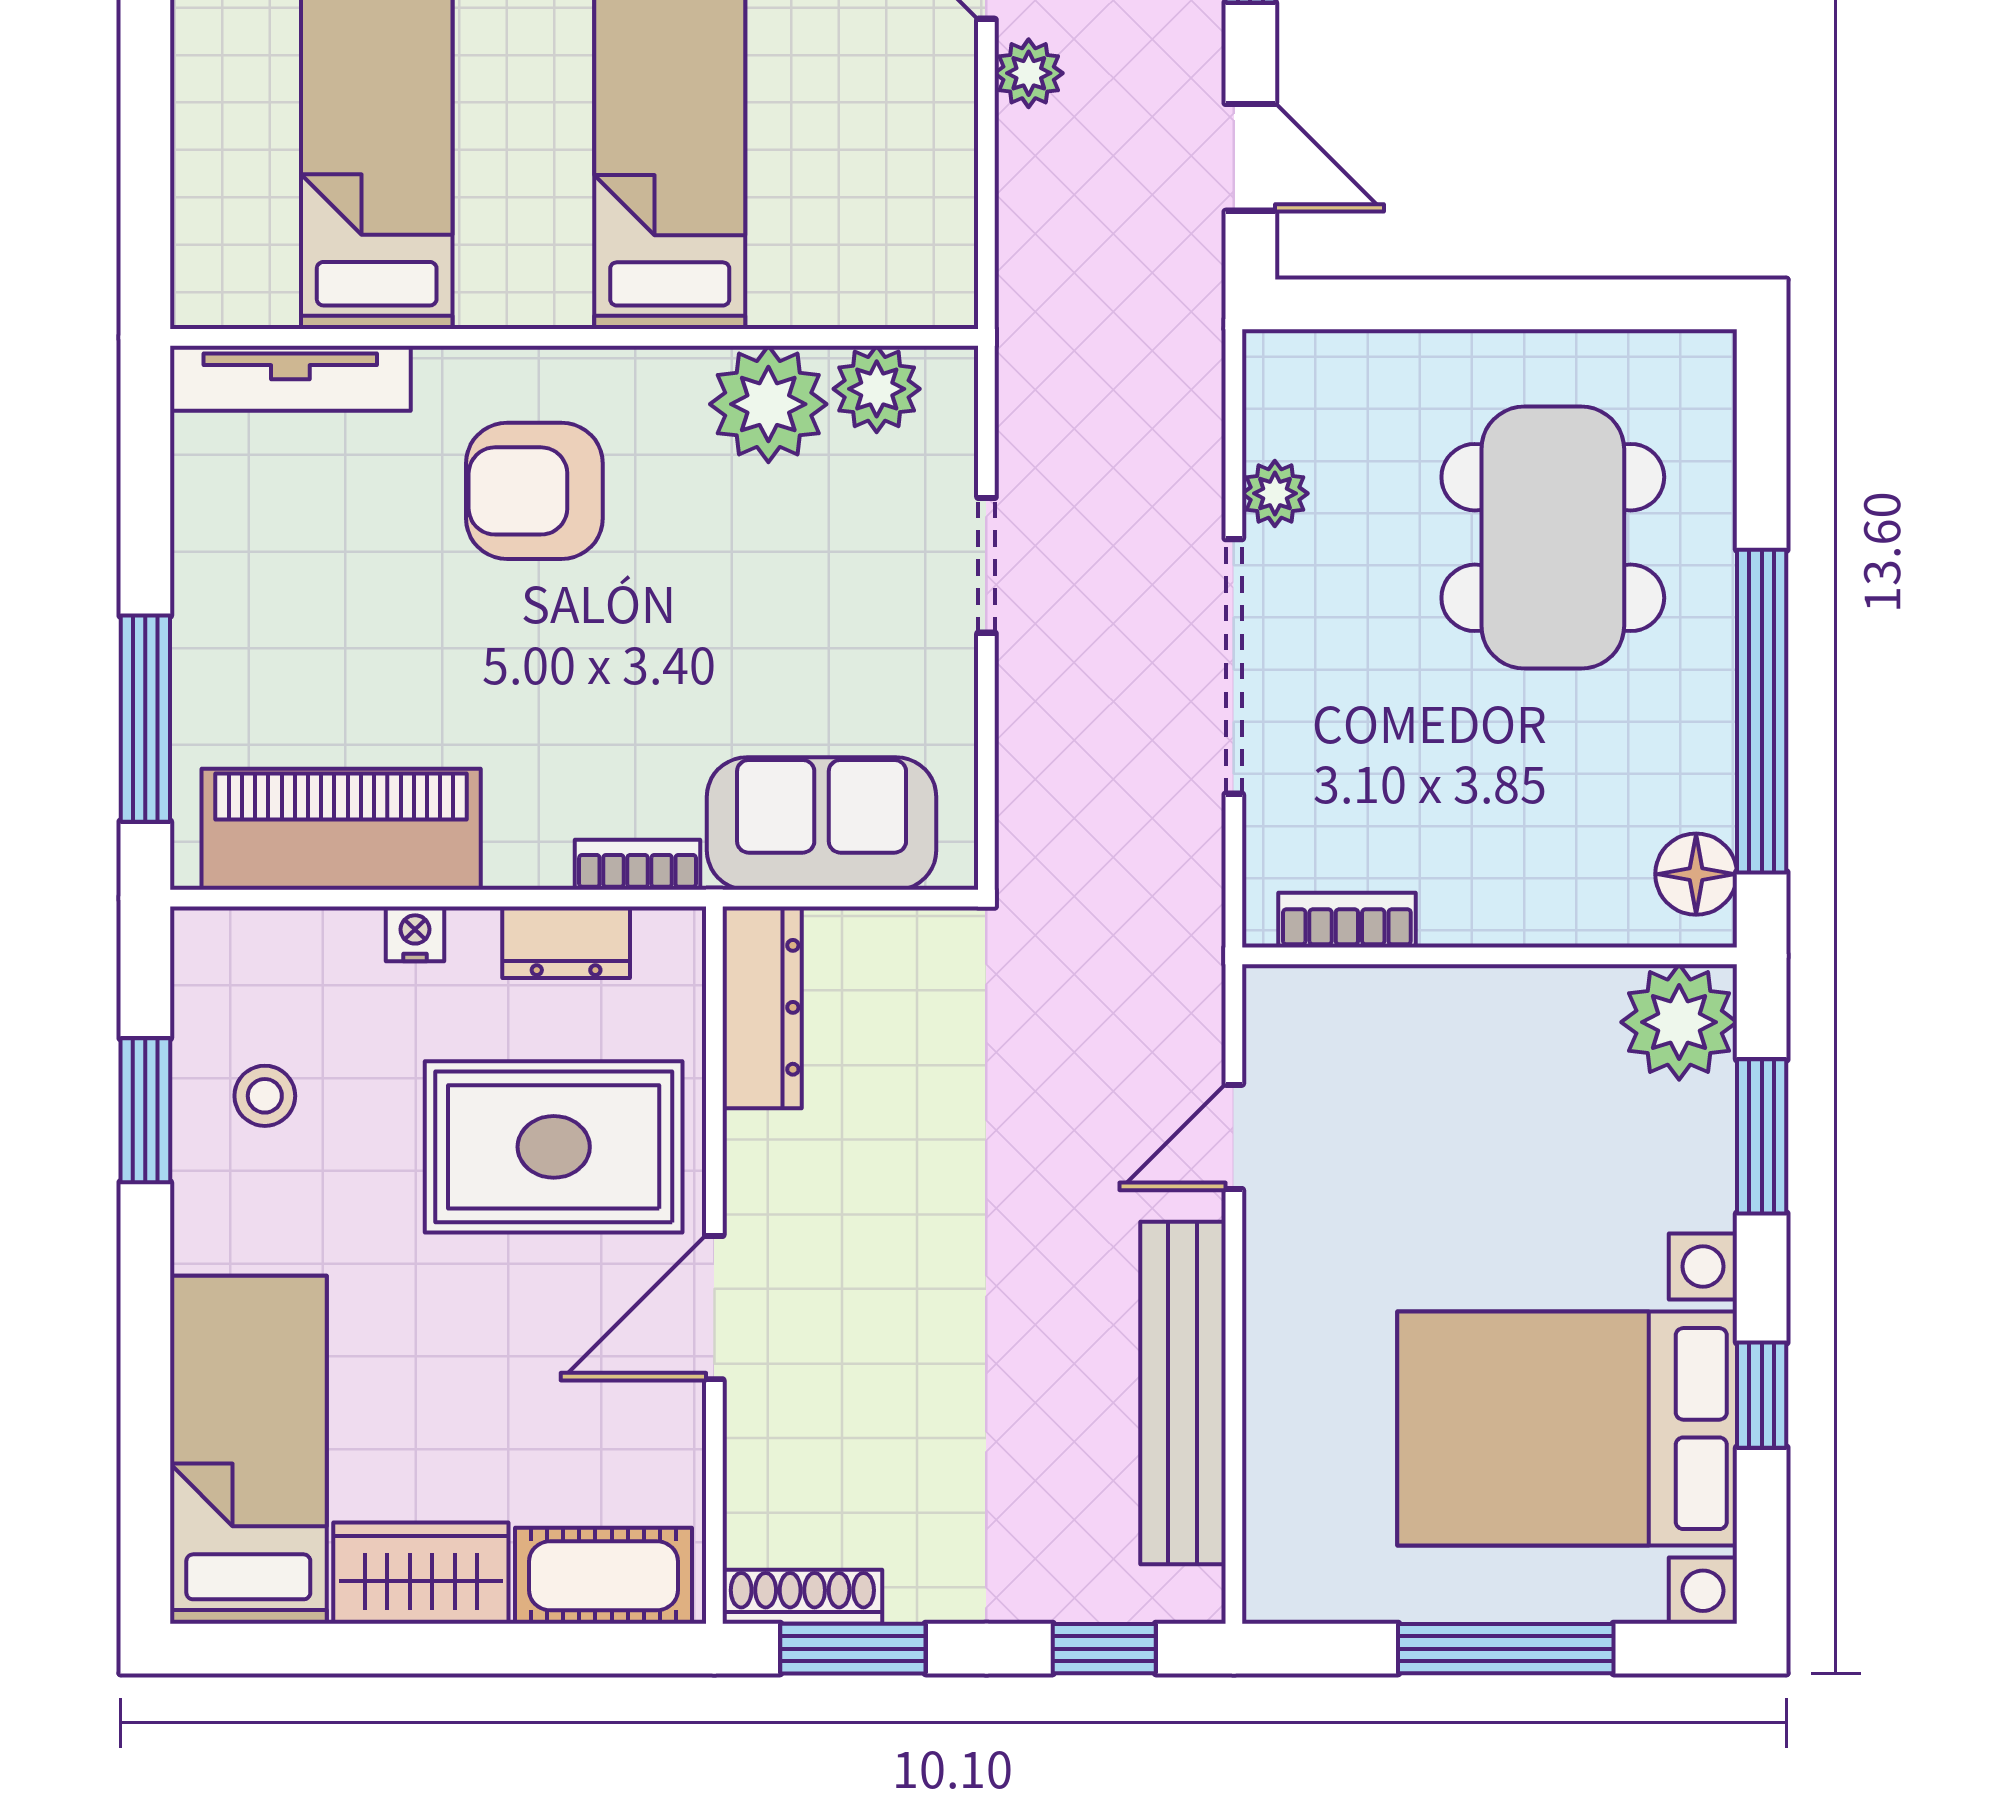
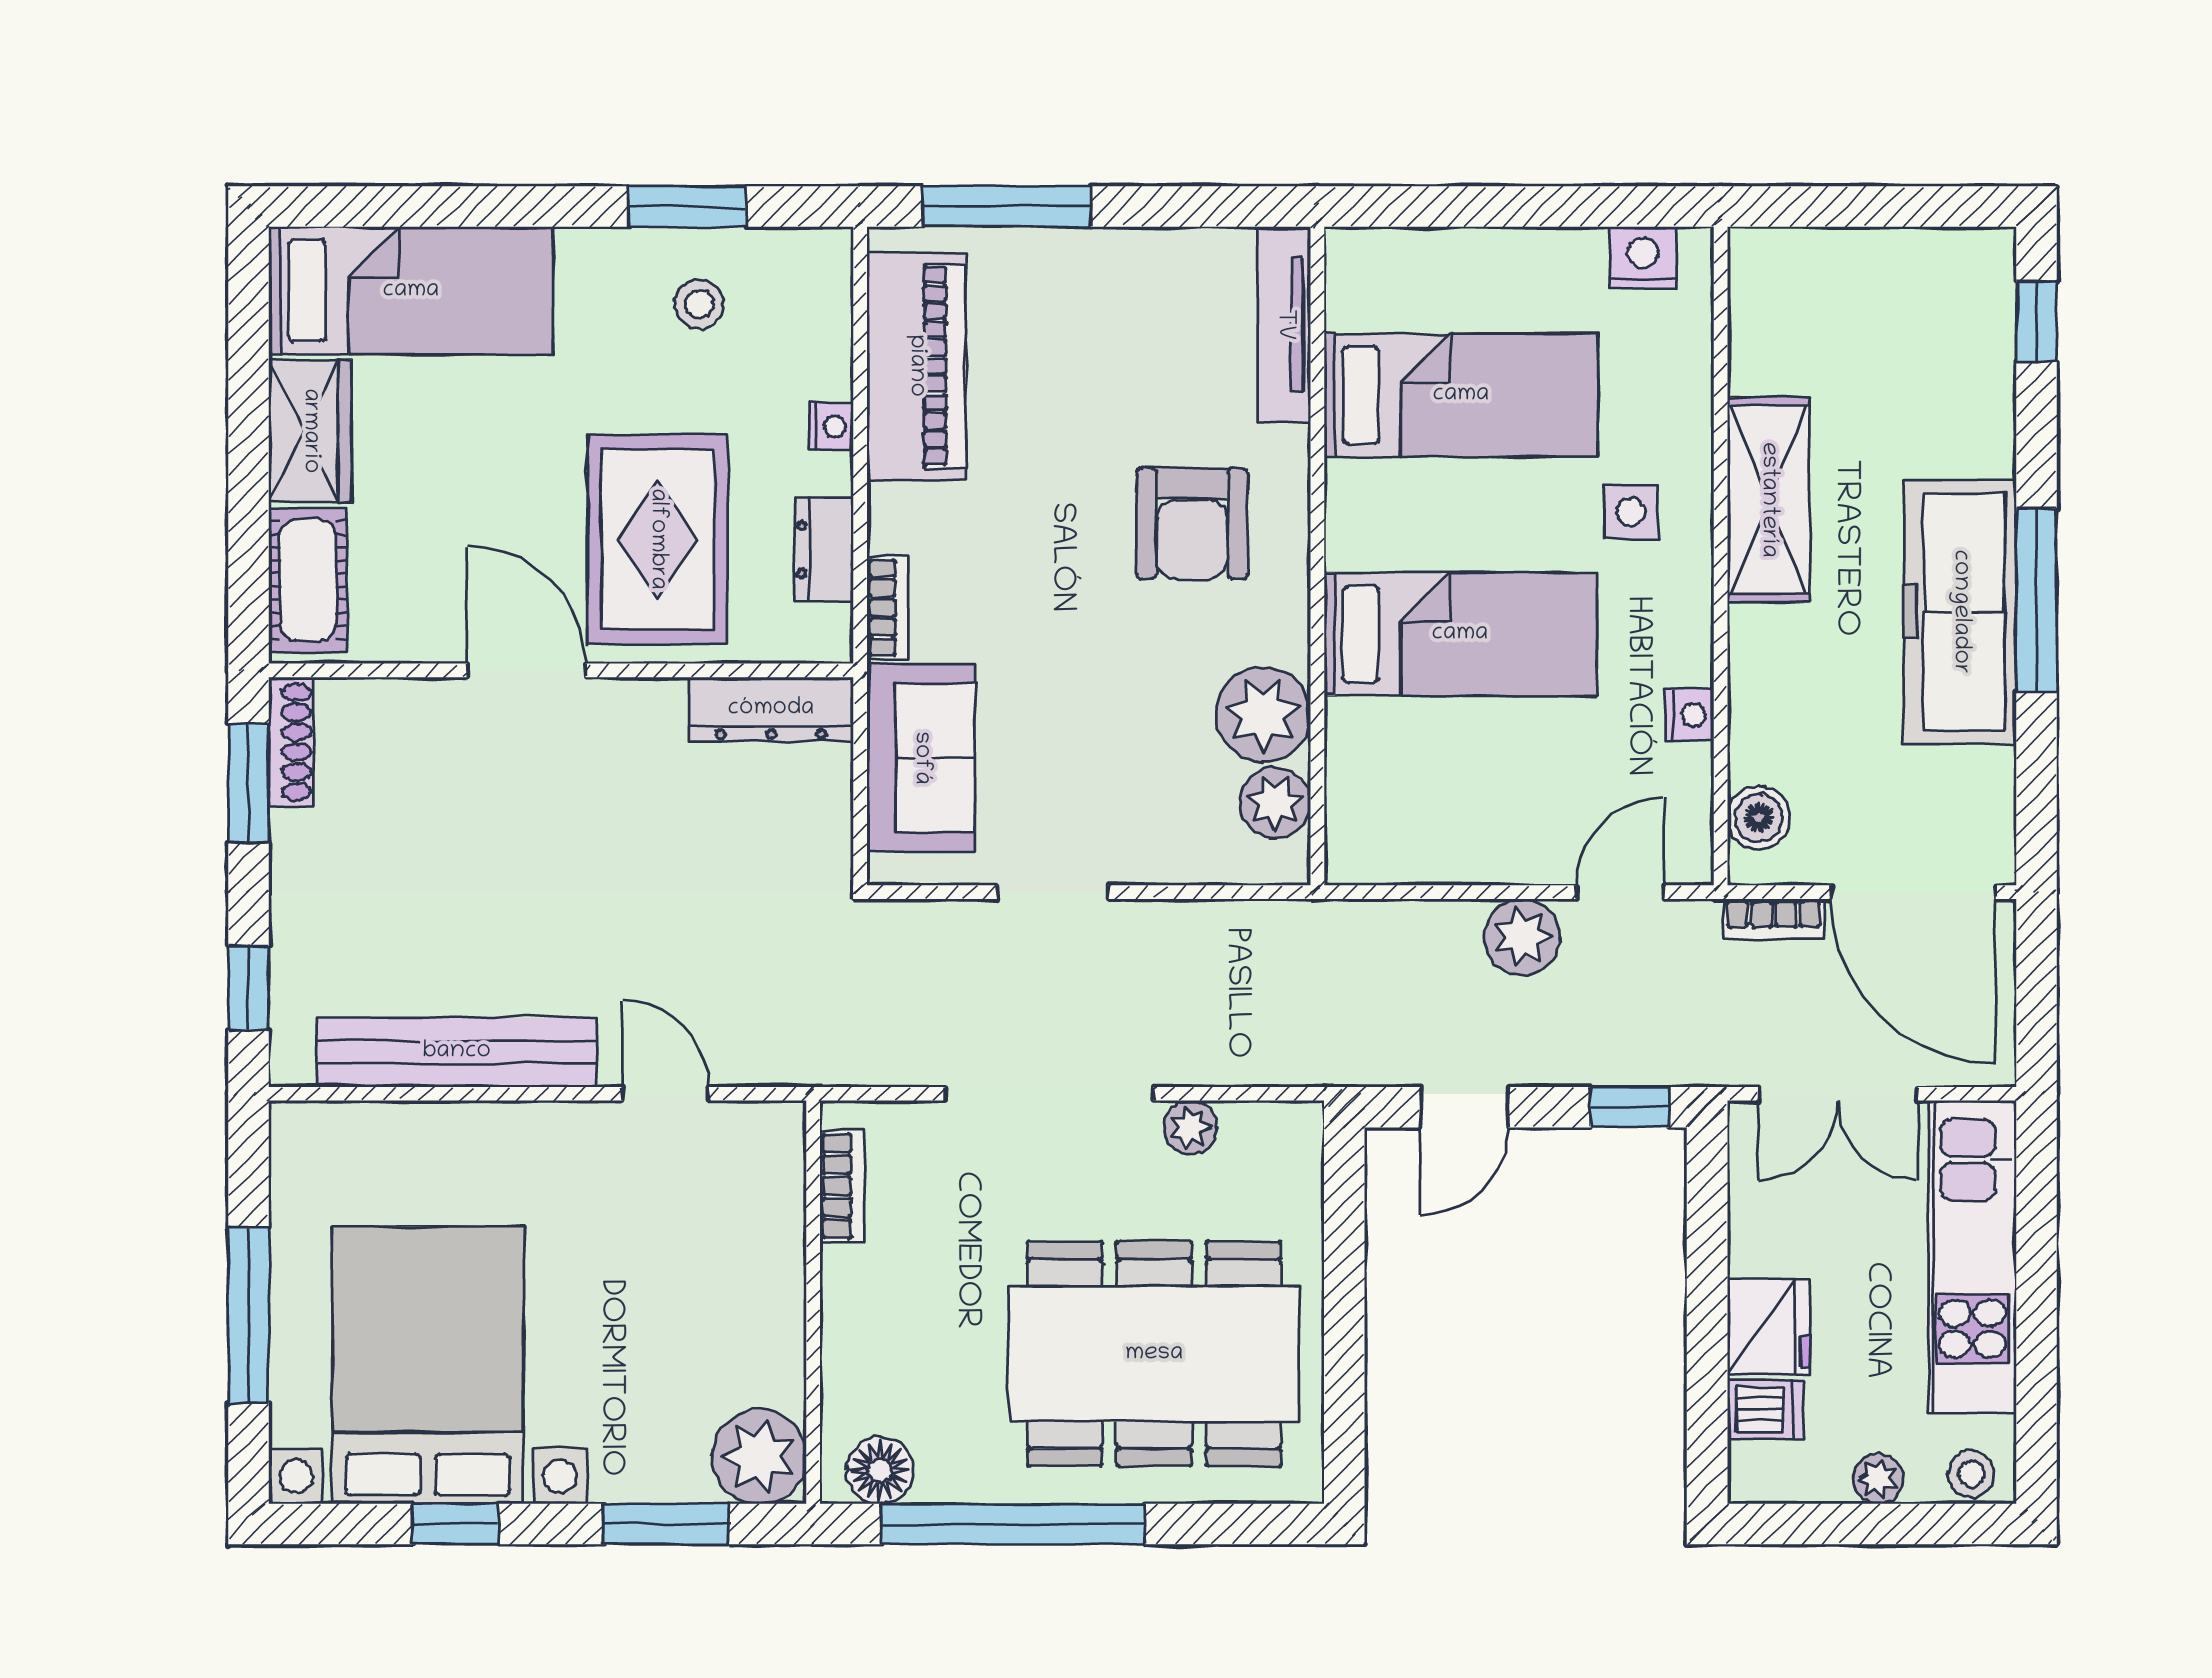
plant: (1029, 73) -> (1522, 937), width x1.38, depth x1.38
armchair: (534, 491) -> (1192, 524), turned 180
dining table: (1553, 538) -> (1154, 1354), width x1.36, depth x1.24
doorway: (986, 565) -> (1053, 892), moved

